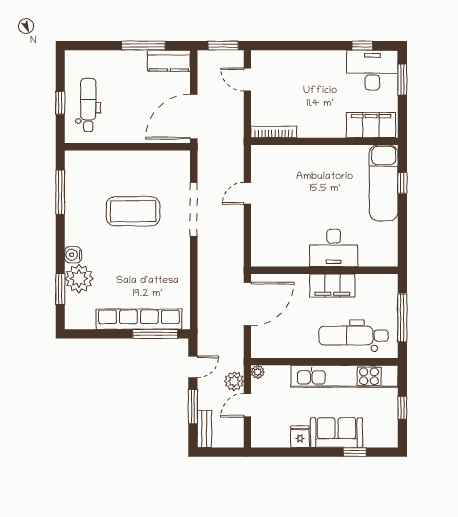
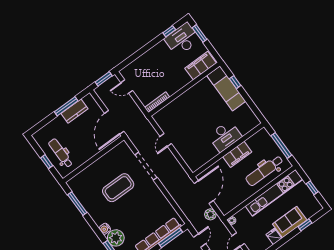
kitchen counter: (169, 61) -> (74, 111), moved
plant: (234, 381) -> (210, 214), moved

